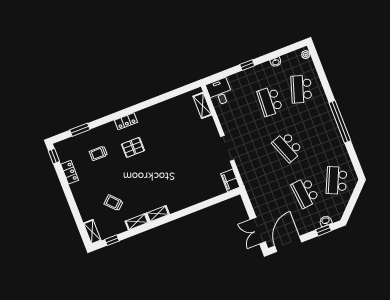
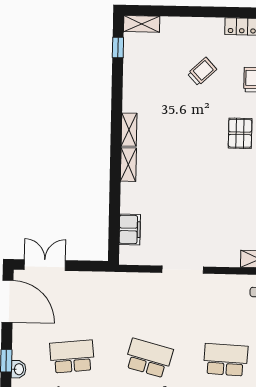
school desk: (288, 147) -> (149, 358), turned 36
filing cabinet: (230, 180) -> (130, 229), moved, turned 90
trolley: (114, 203) -> (202, 72), moved
shelving: (137, 222) -> (128, 165), moved

